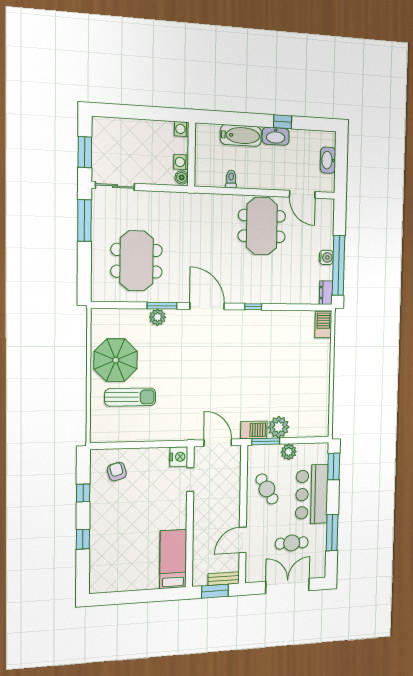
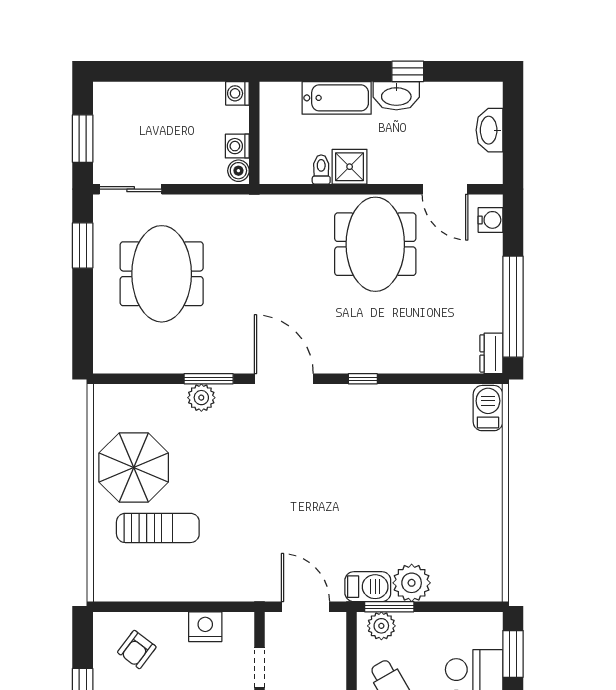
shower: (248, 178) -> (350, 167), added
window: (84, 221) -> (83, 245), width x0.69
water cooler: (326, 257) -> (490, 220), moved
meeting table: (137, 261) -> (162, 274), moved
plant: (289, 452) -> (381, 626), moved
nightstand: (179, 457) -> (205, 627), moved, turned -90
armchair: (117, 472) -> (137, 650), turned -127

